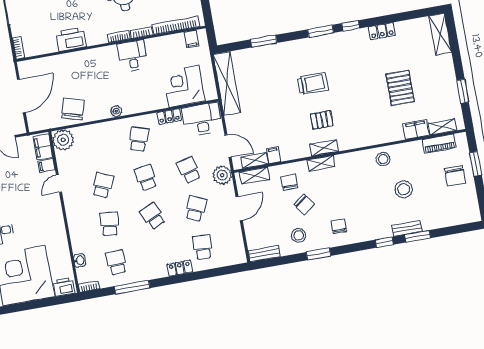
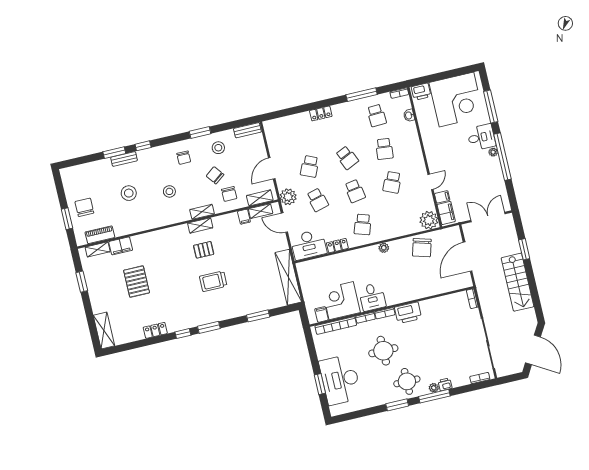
printer: (71, 39) -> (408, 313), moved
corner desk: (184, 86) -> (341, 301), moved, turned 180
stool: (383, 159) -> (169, 191), moved
school desk: (203, 247) -> (302, 133), removed

